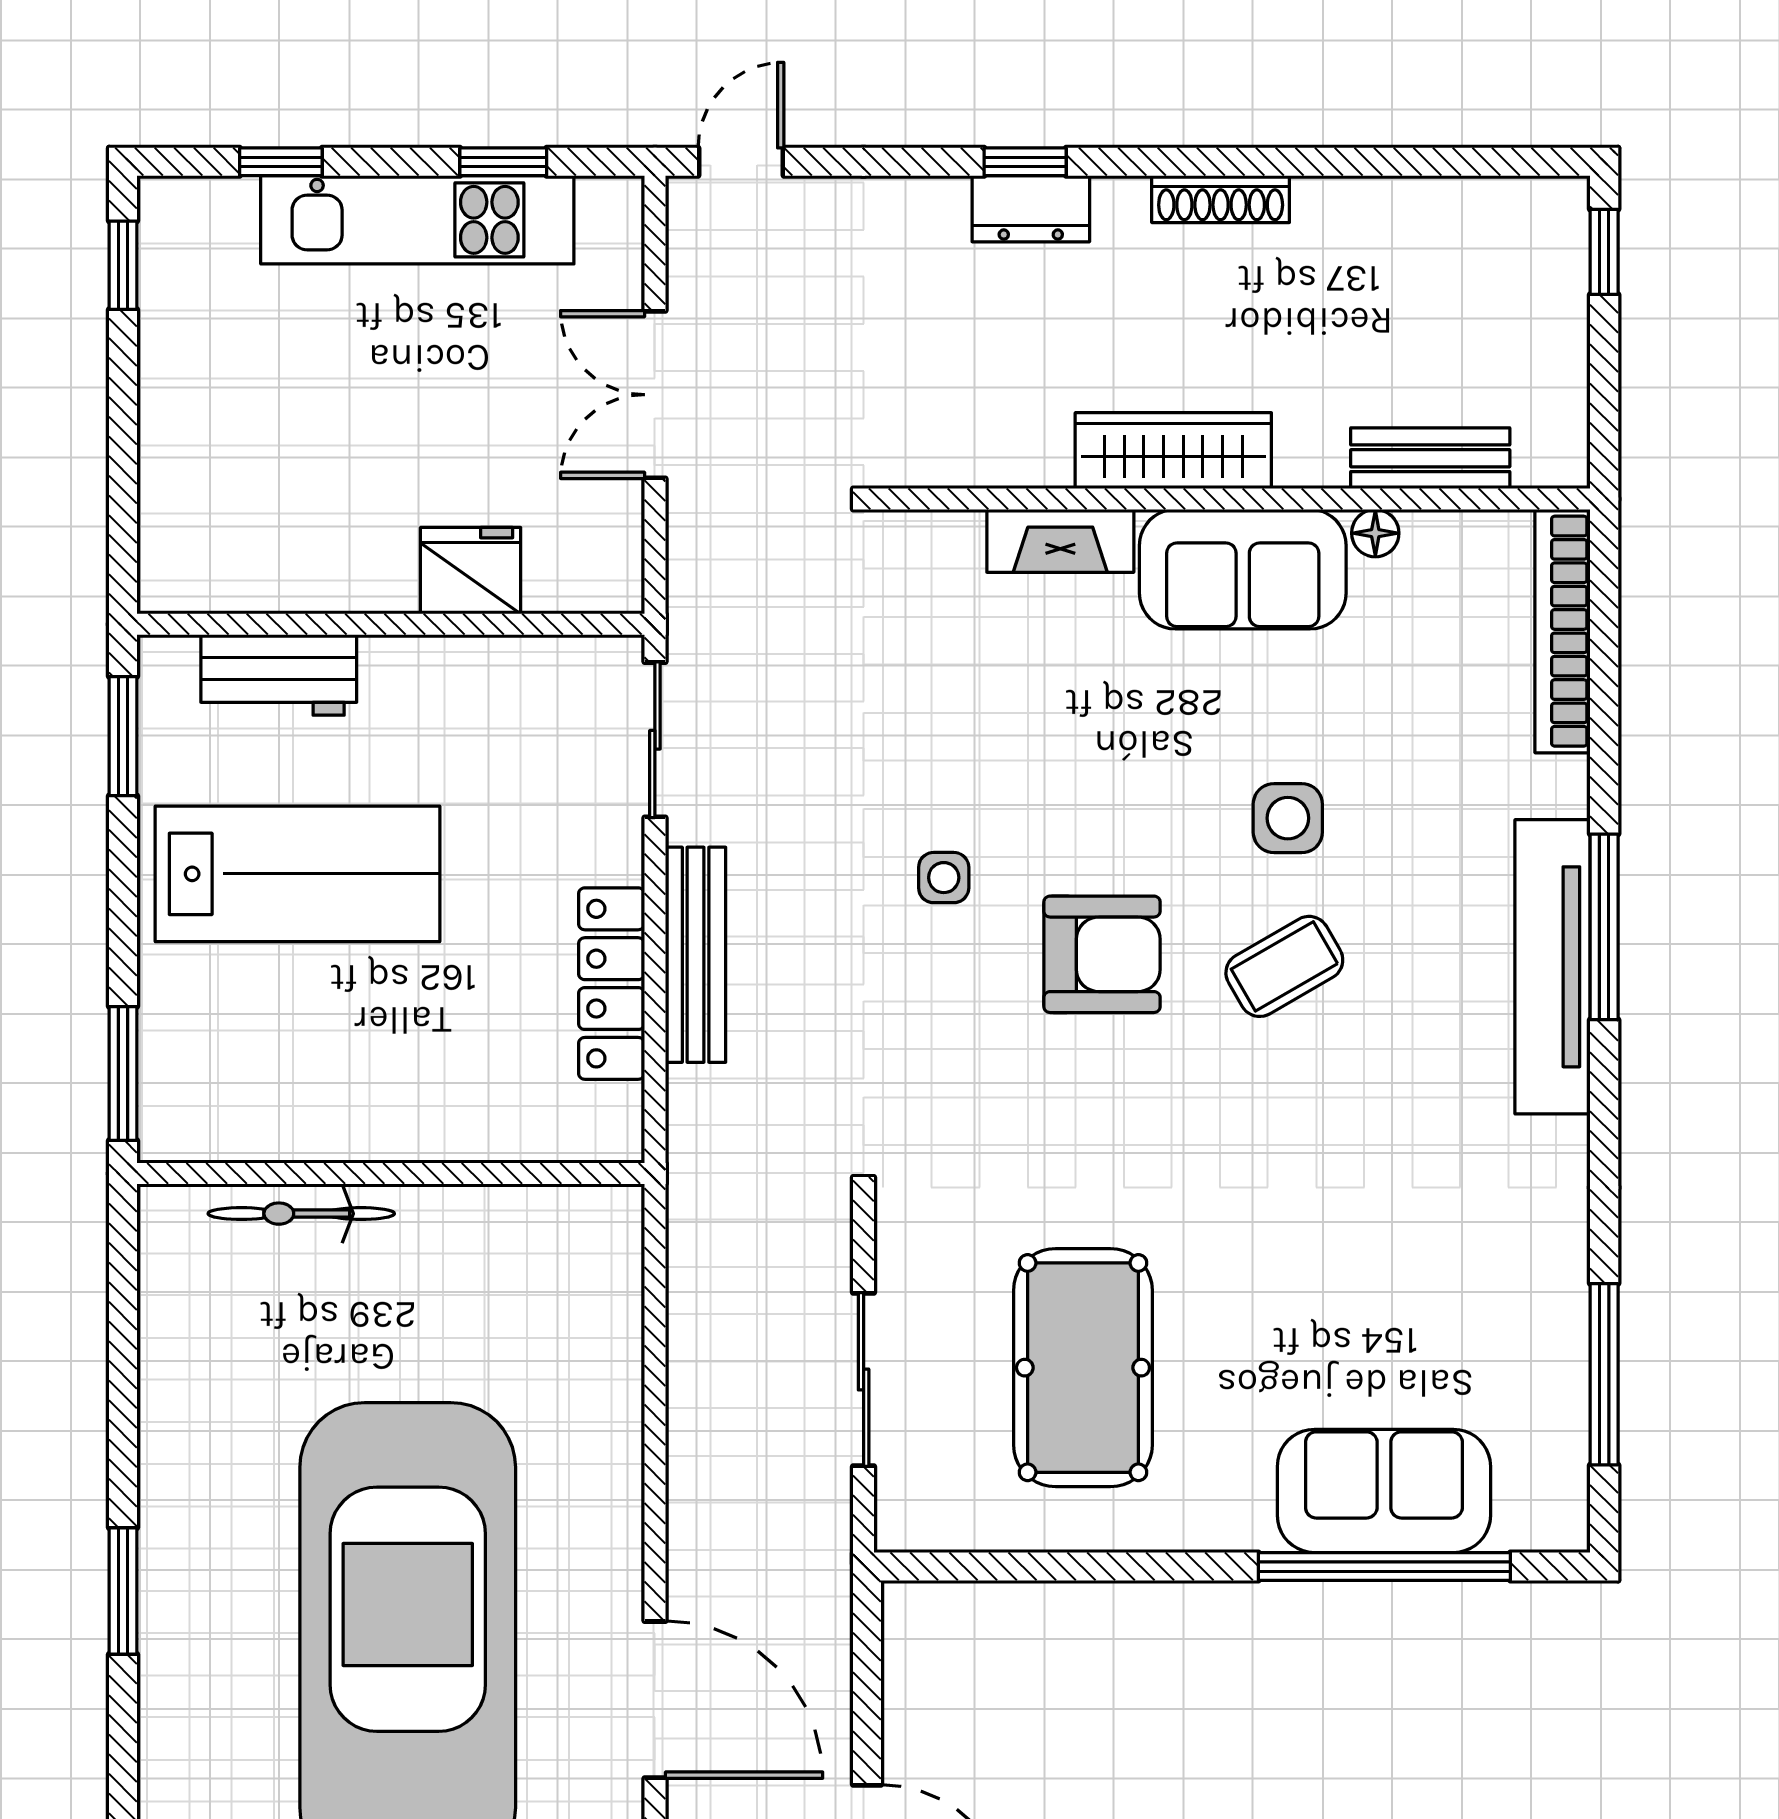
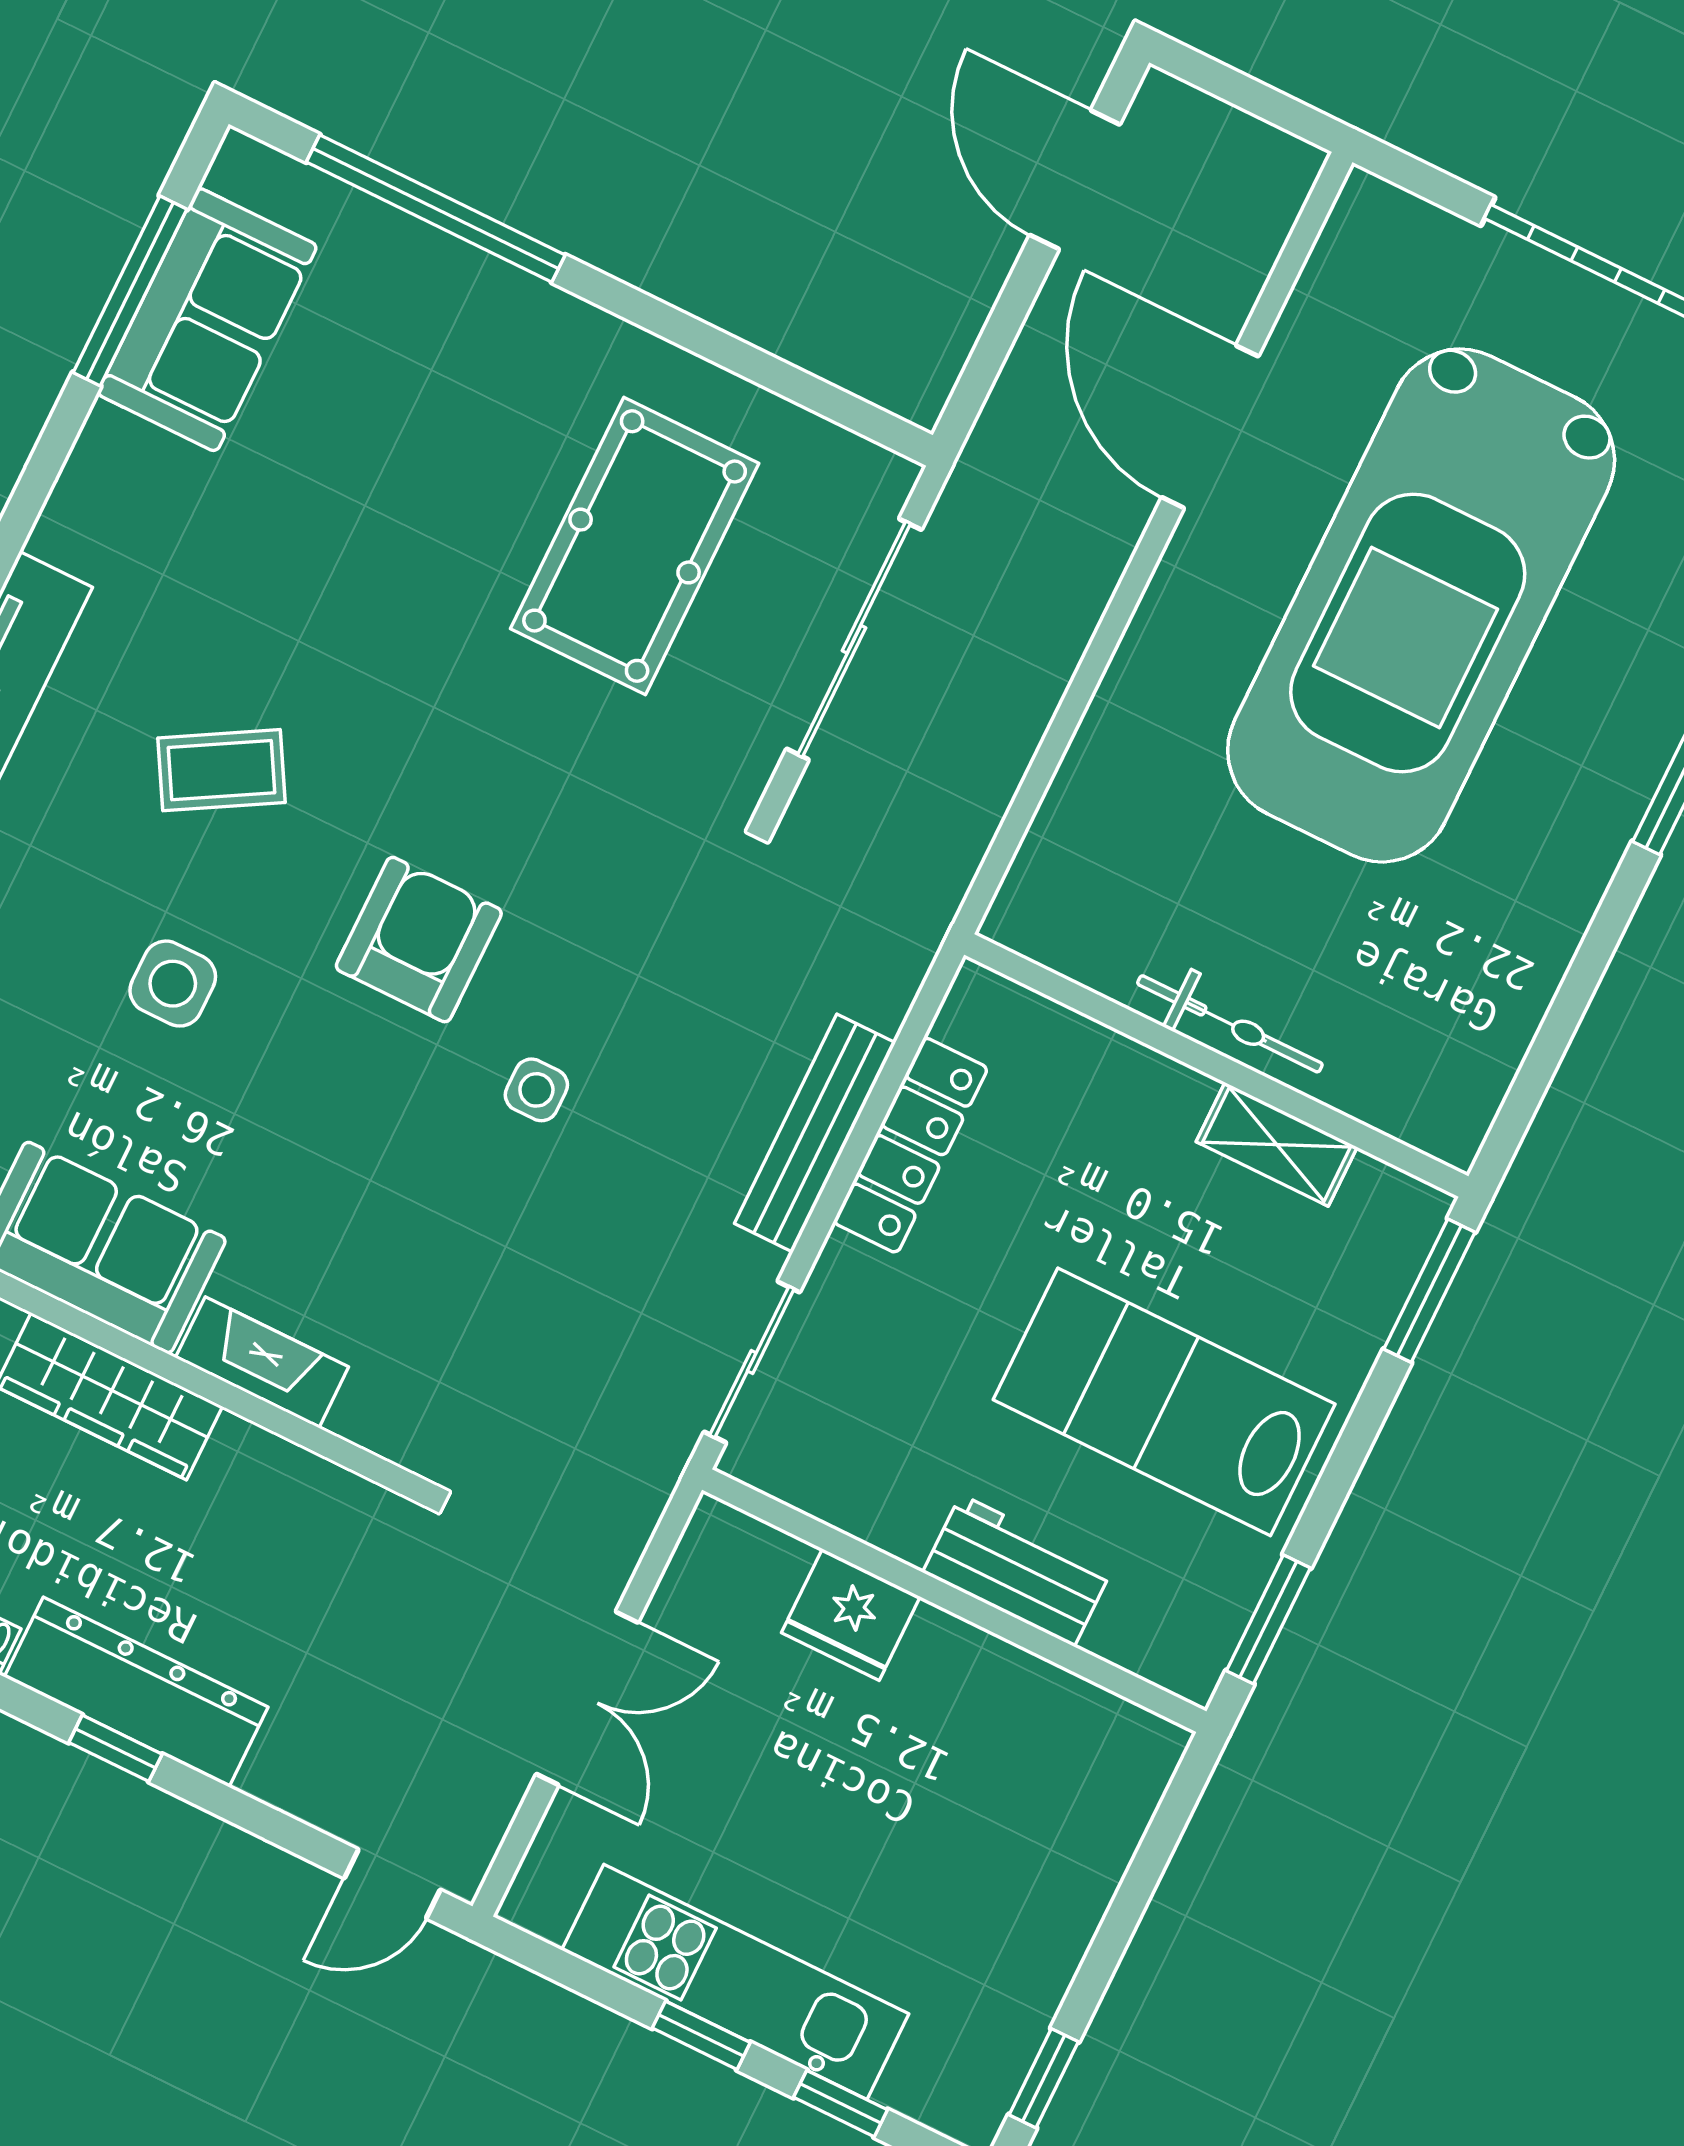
window: (503, 162) -> (701, 2035), moved
dresser: (1031, 209) -> (136, 1692), width x1.96, depth x1.24
workbench: (279, 675) -> (1018, 1570), moved
armchair: (1102, 954) -> (419, 940), turned 90
coffee table: (1284, 966) -> (222, 770), moved
shelving: (309, 1133) -> (1277, 1144), added
bicycle: (301, 1214) -> (1230, 1024), moved
sliding door: (864, 1379) -> (854, 639), width x1.37
sofa: (1384, 1491) -> (207, 320), moved, turned -90

